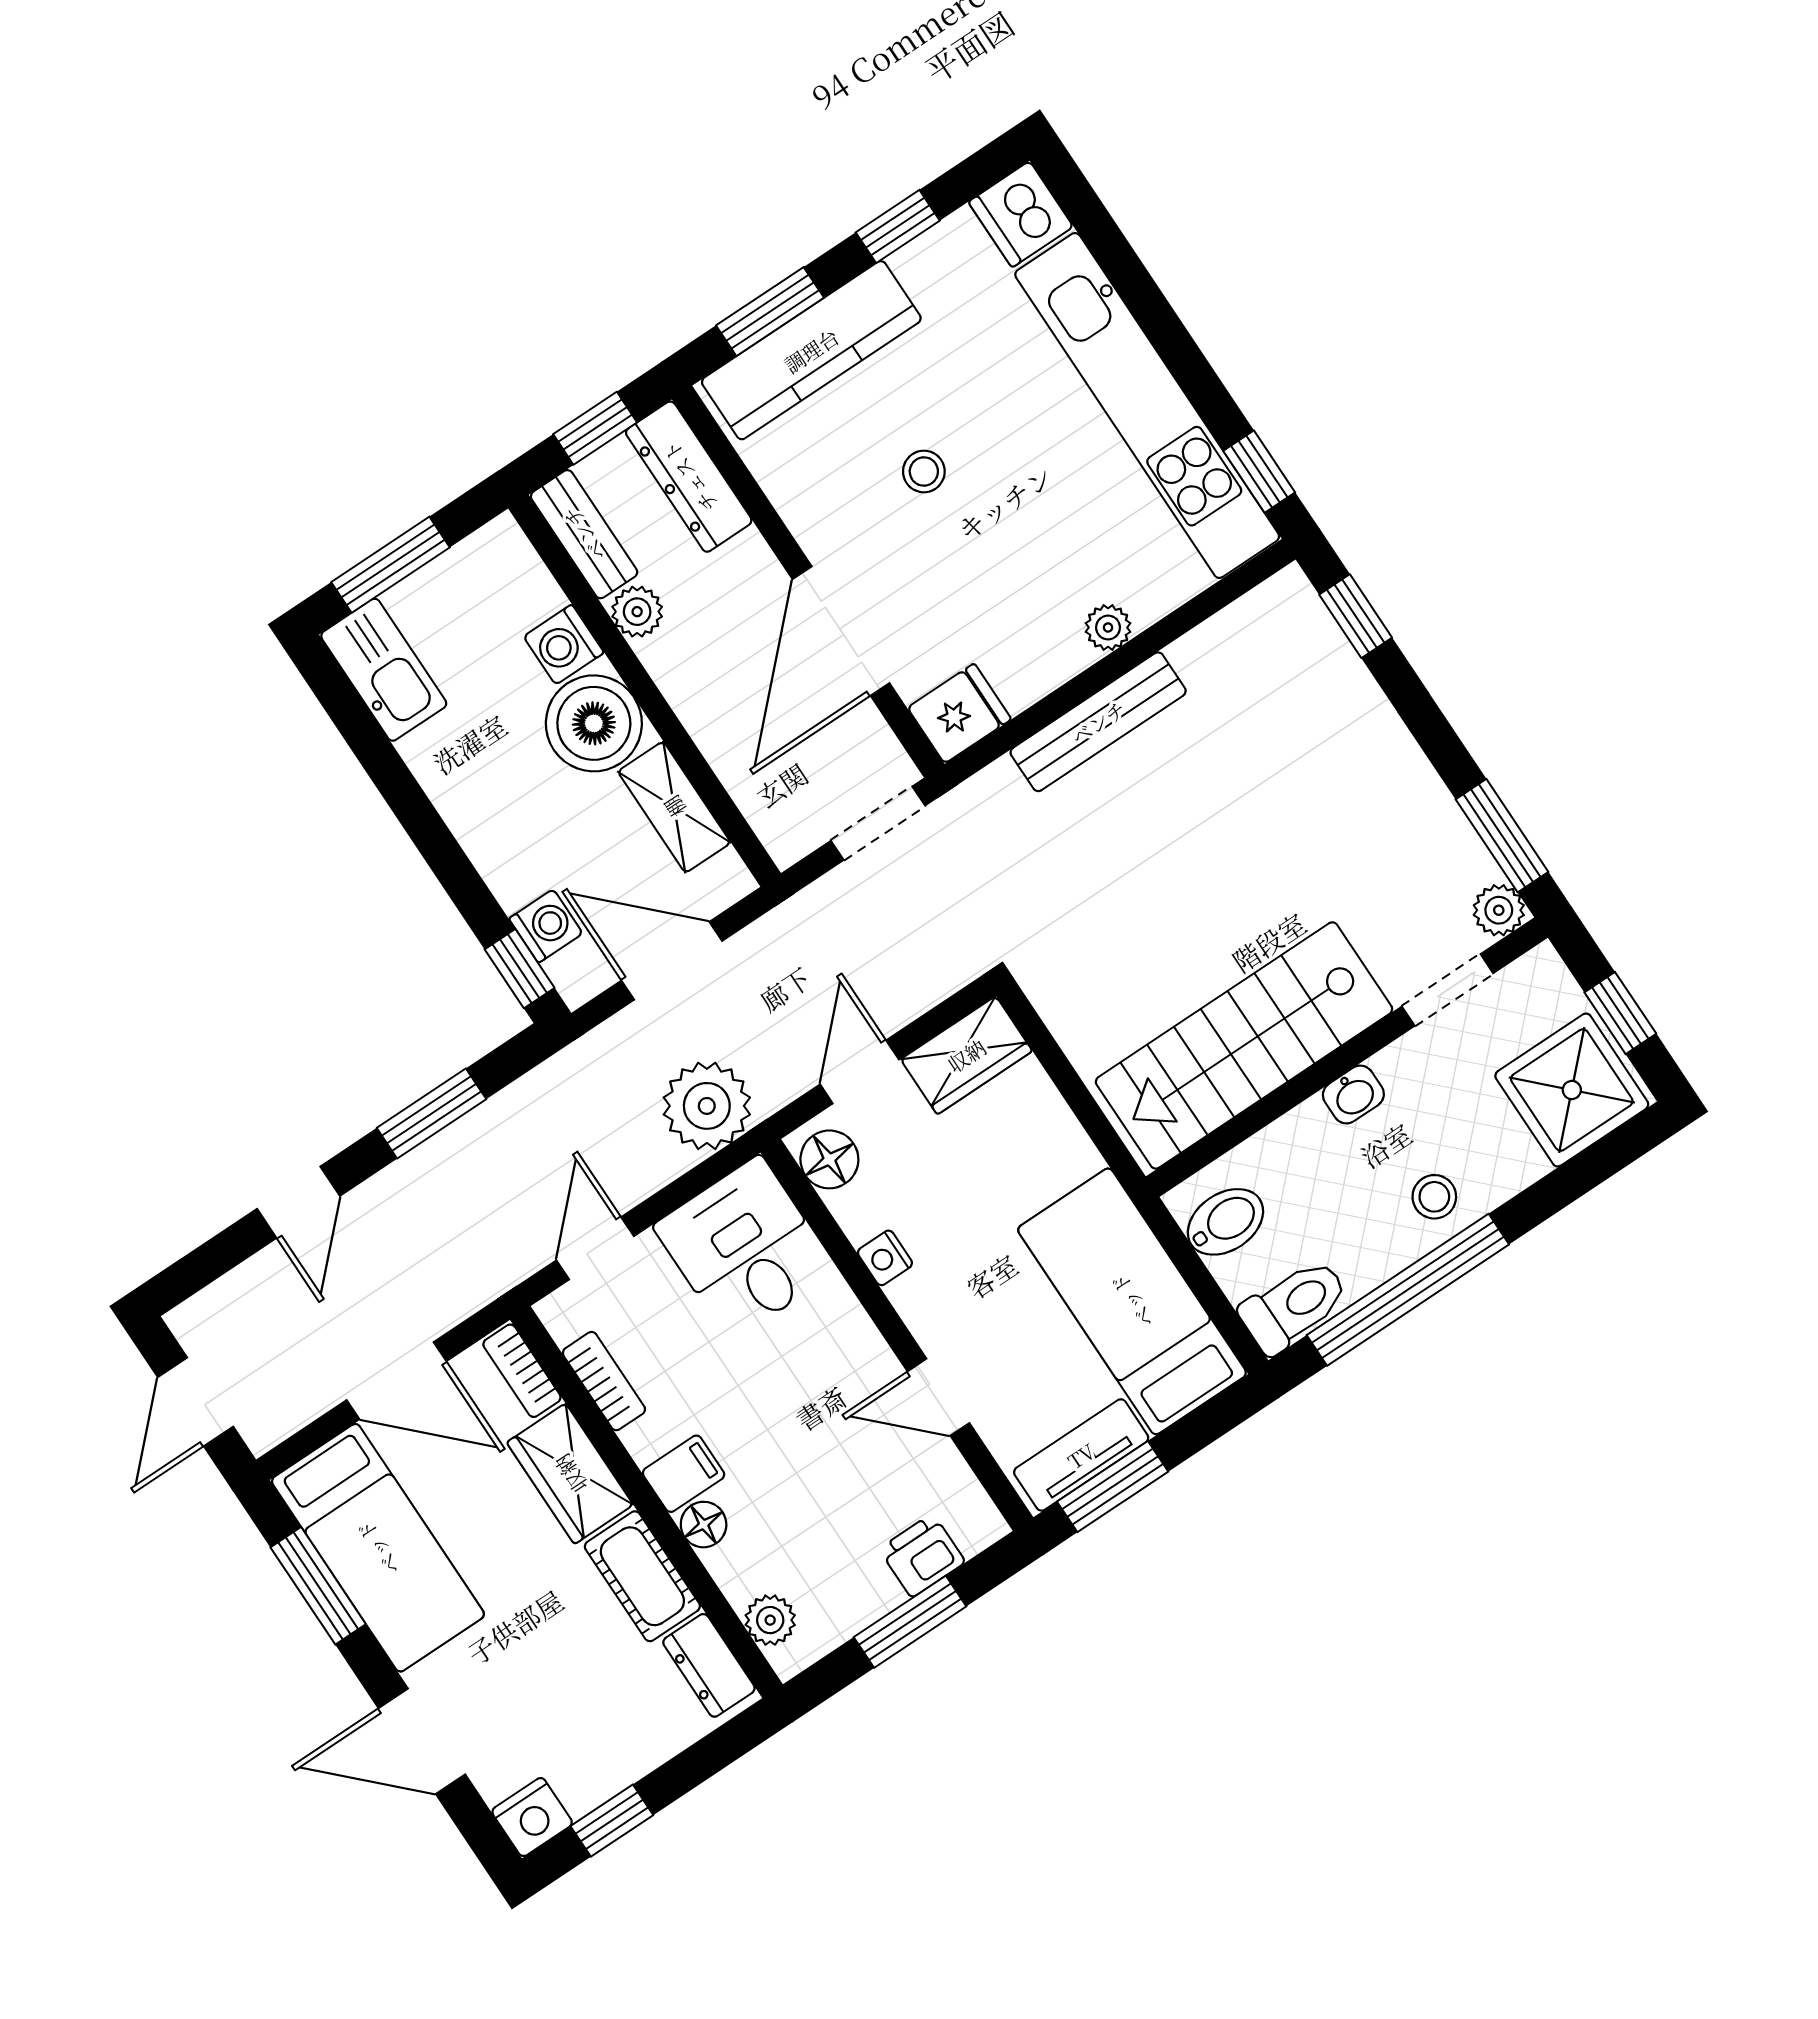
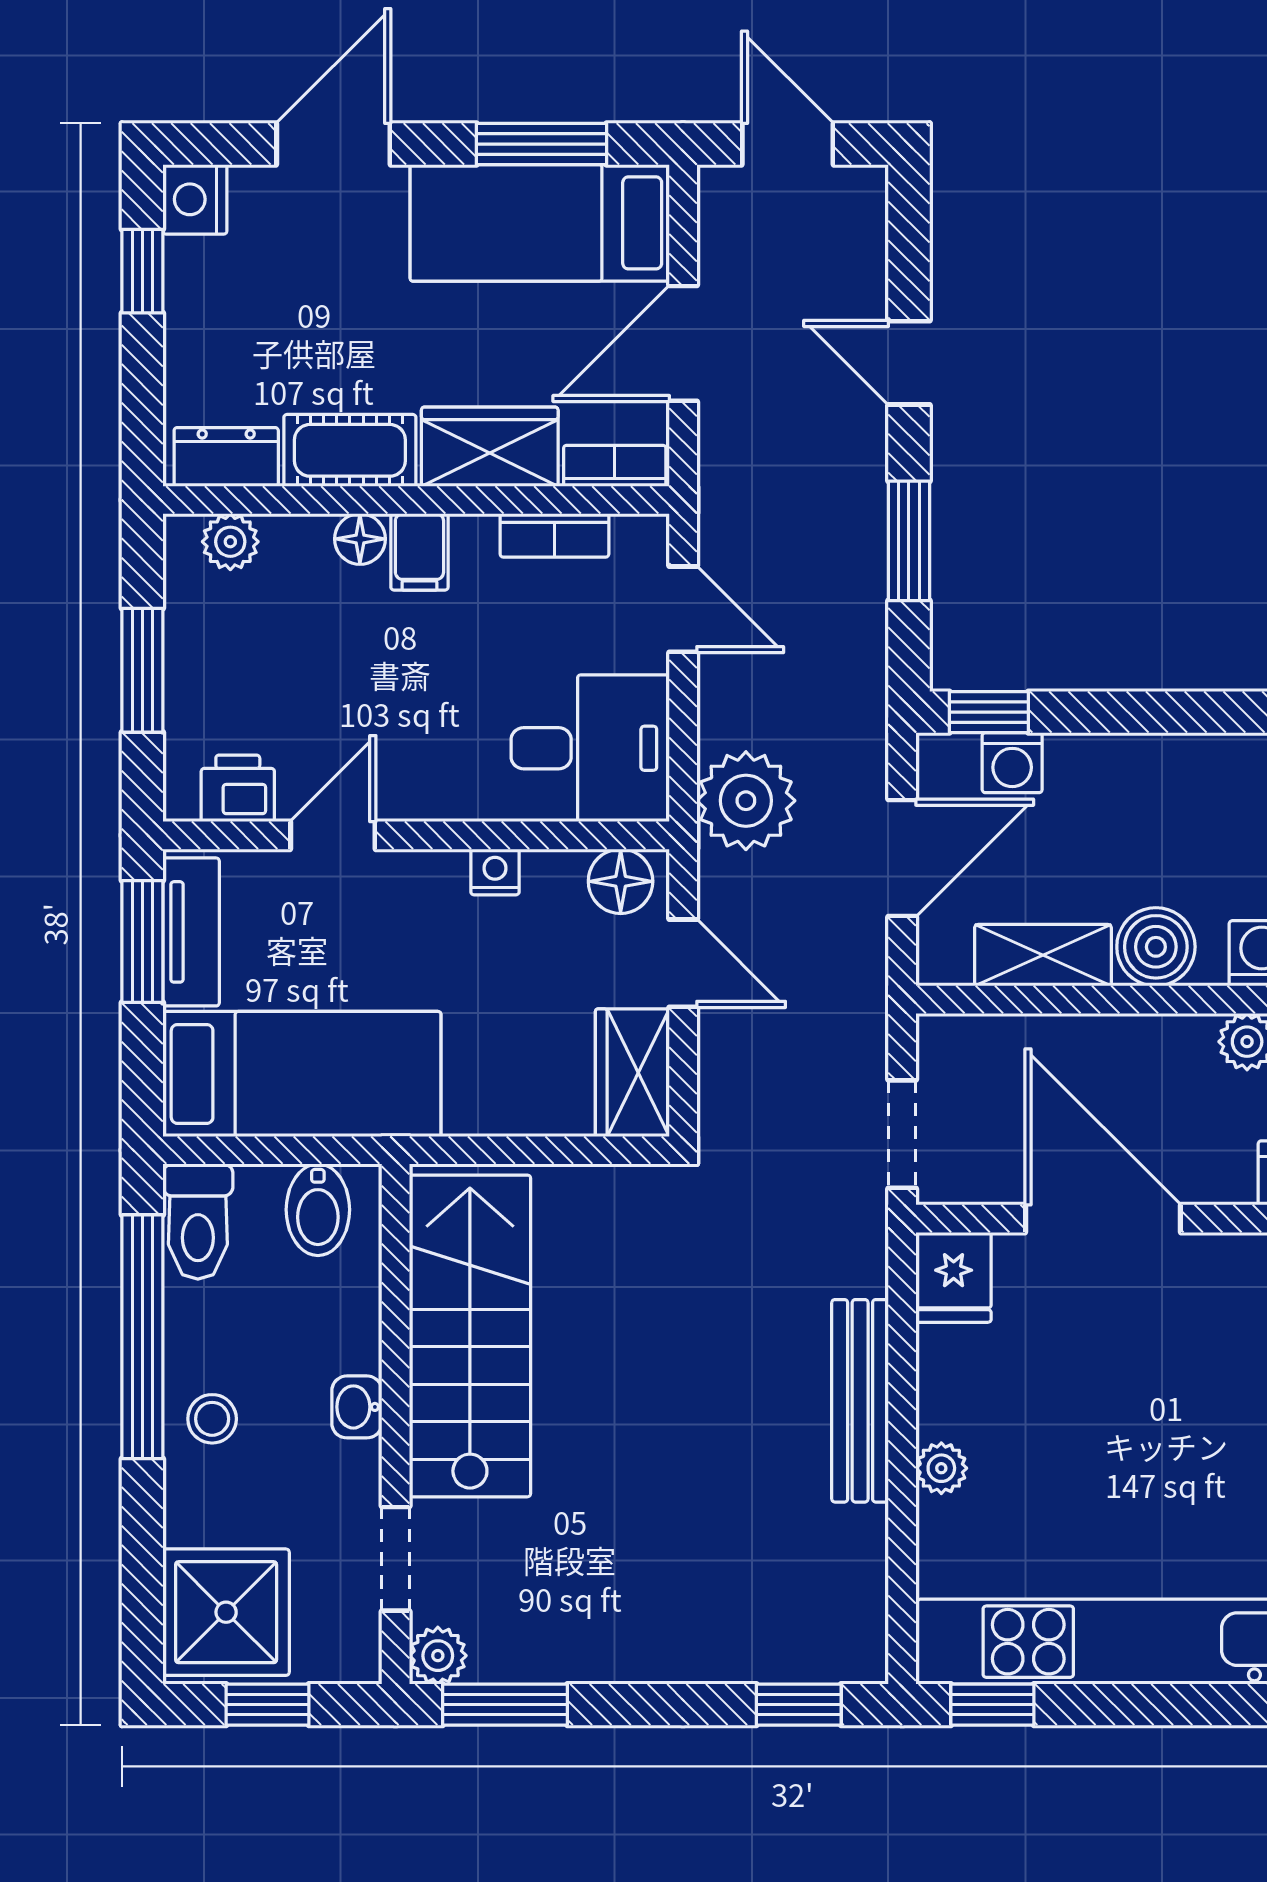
stool: (924, 471) -> (1200, 1394), removed
boiler: (594, 723) -> (1156, 947), width x0.73, depth x0.73
printer: (922, 1556) -> (238, 788), moved, turned -90

